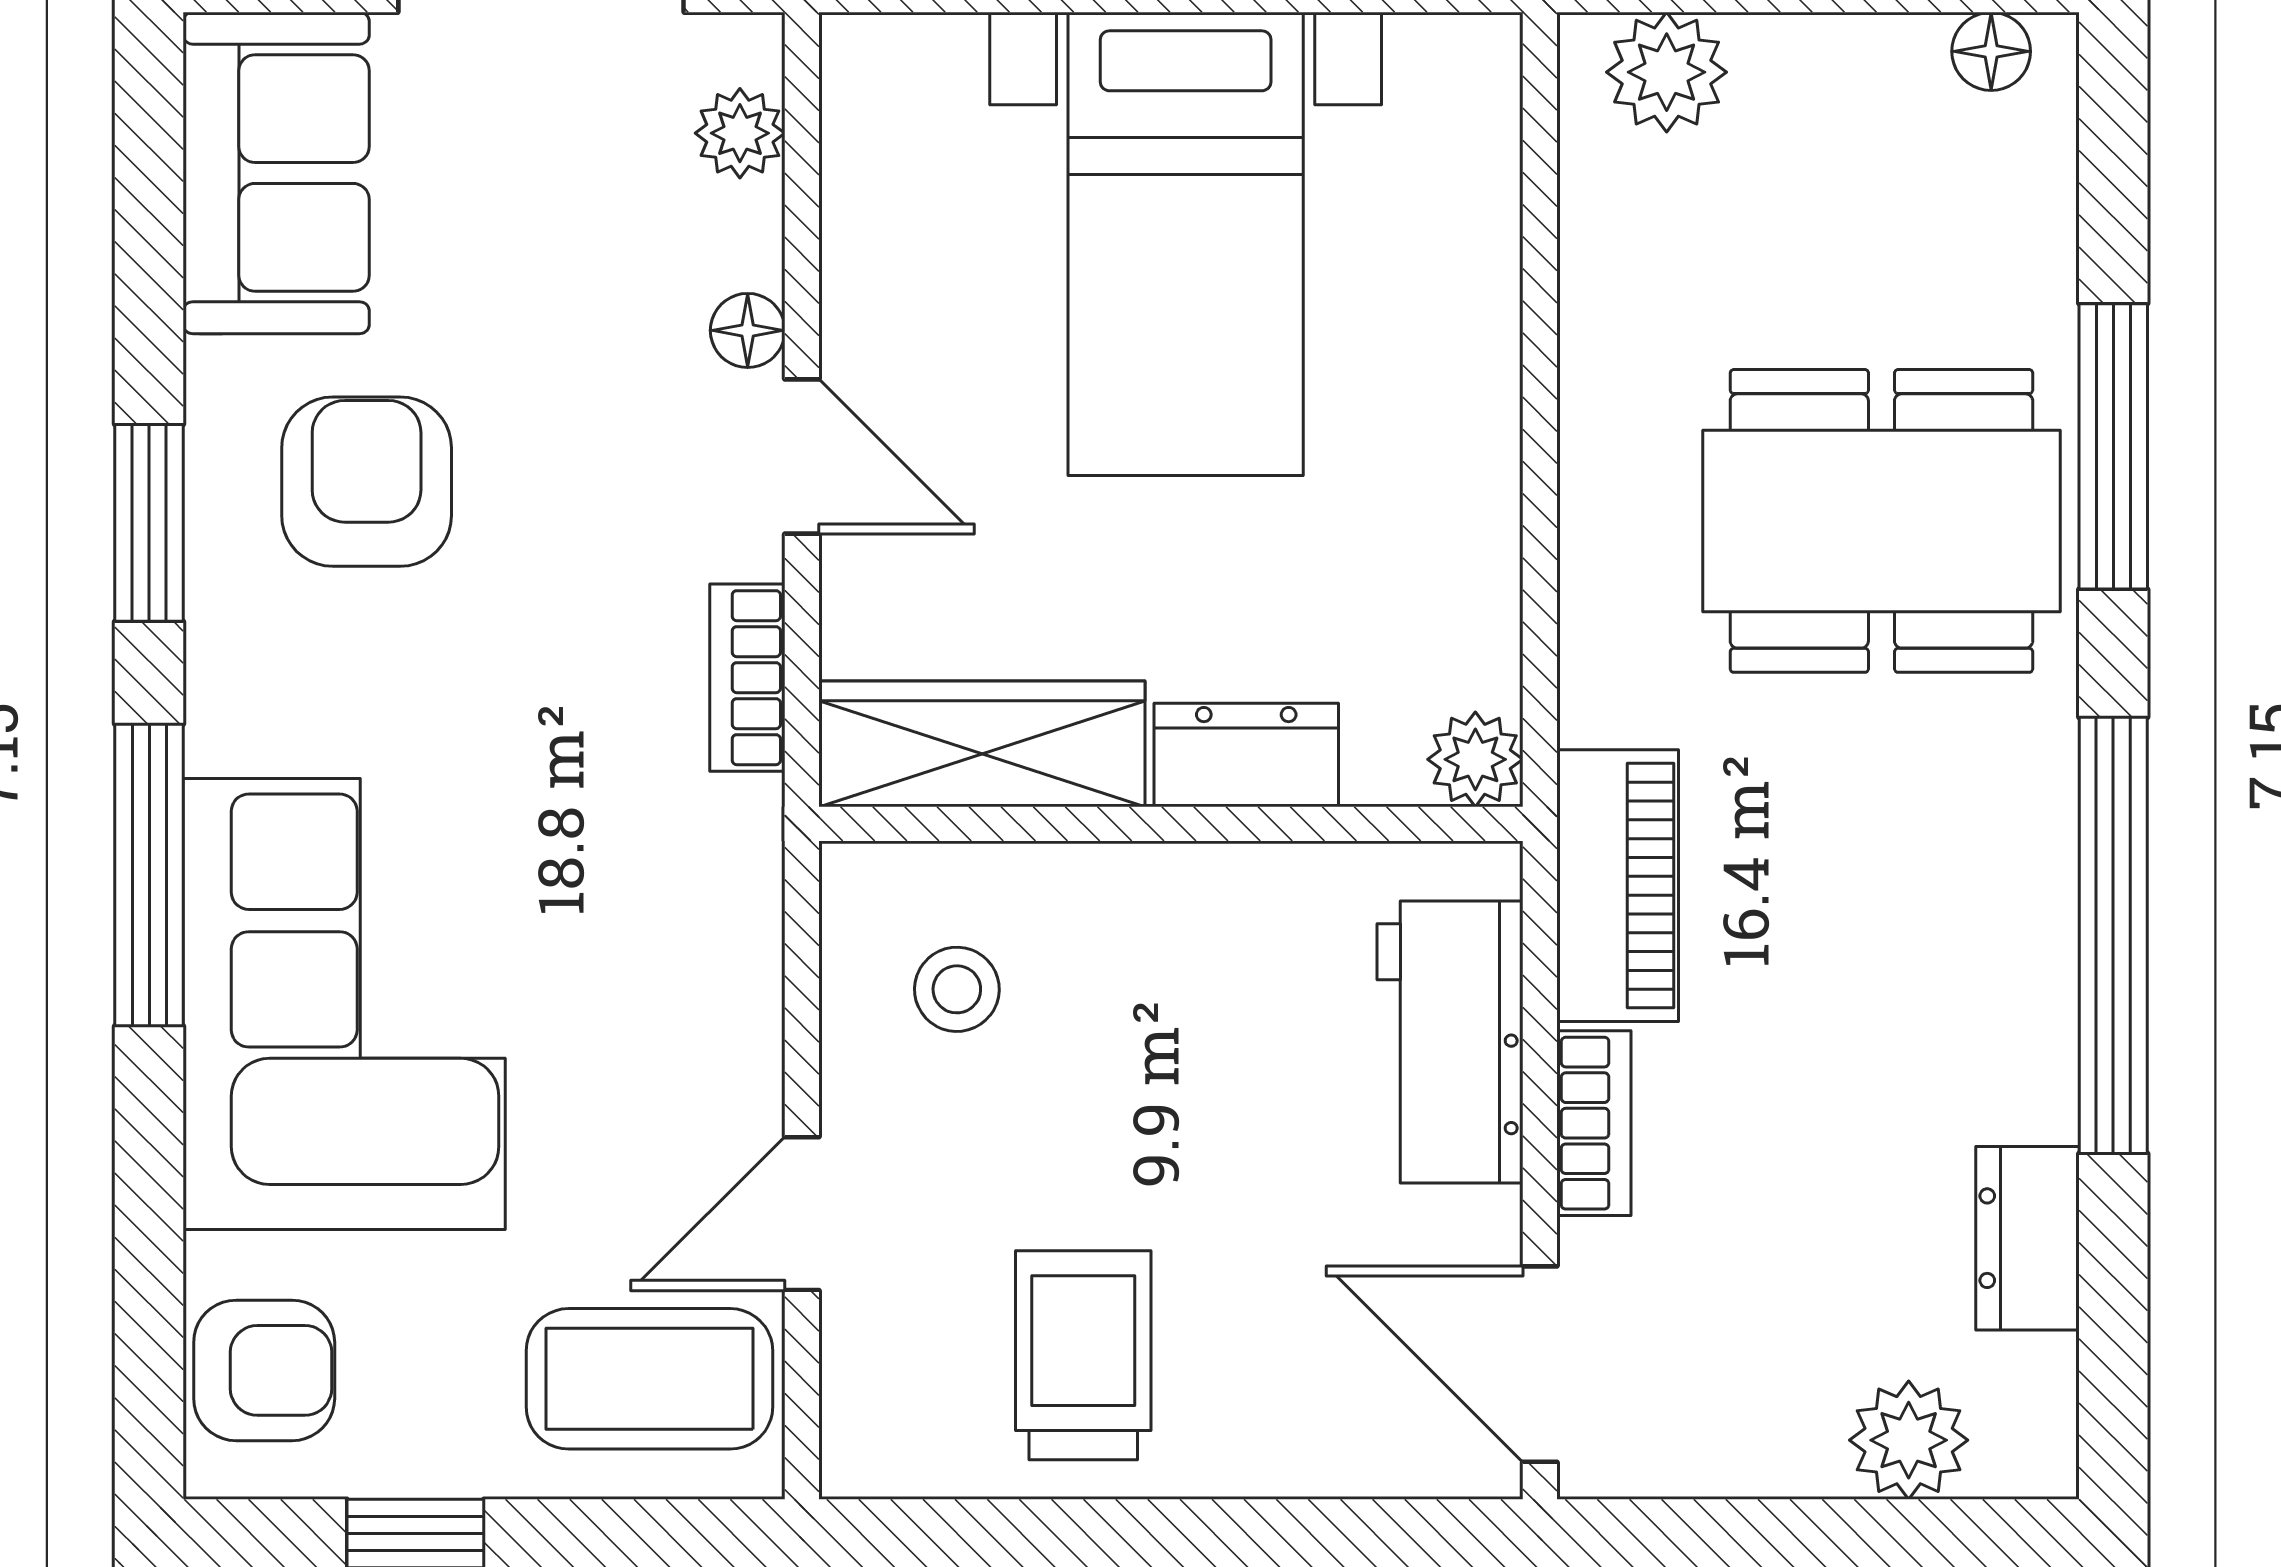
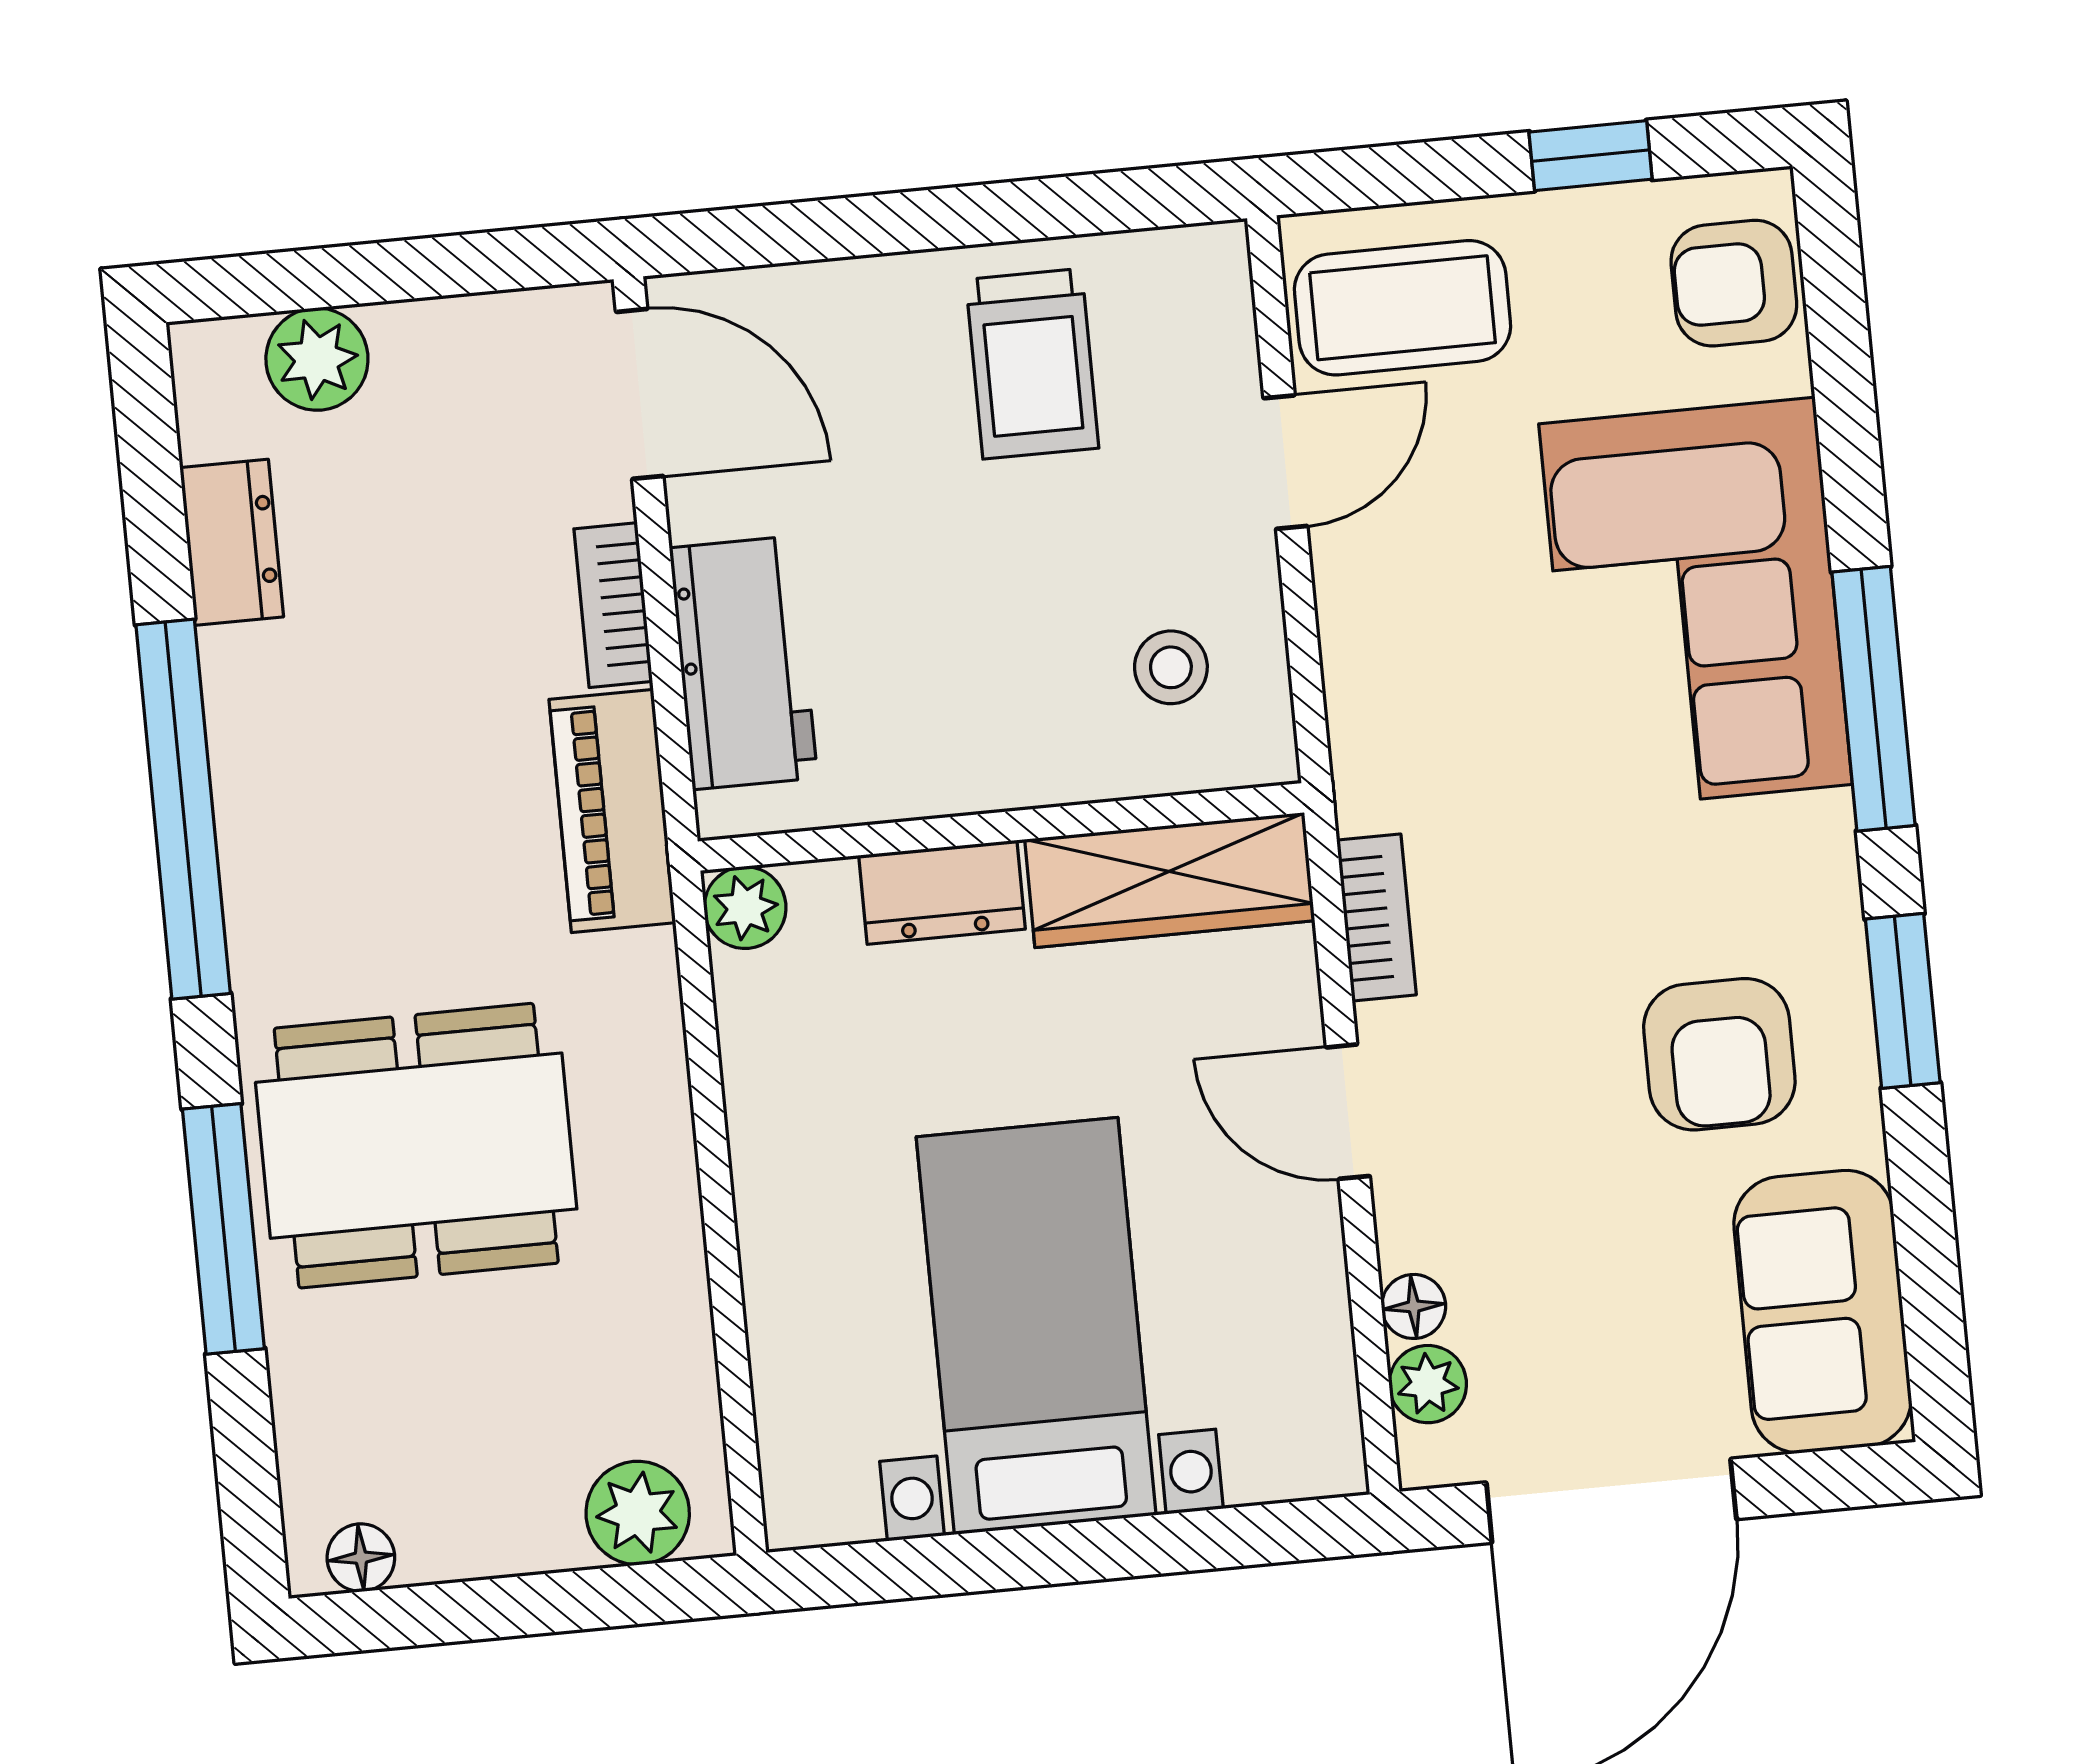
floor lamp: (748, 330) -> (1414, 1306), moved

